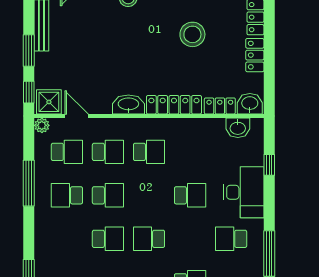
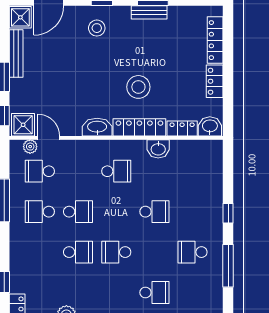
stool: (192, 34) -> (138, 87), moved
plant: (42, 125) -> (30, 147), moved
washbasin: (238, 128) -> (158, 149), moved
school desk: (67, 152) -> (40, 171), turned 180
school desk: (108, 152) -> (78, 171), removed
window: (269, 165) -> (228, 213), moved
desk: (244, 192) -> (204, 209), removed

